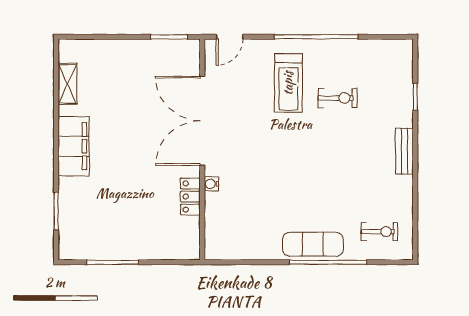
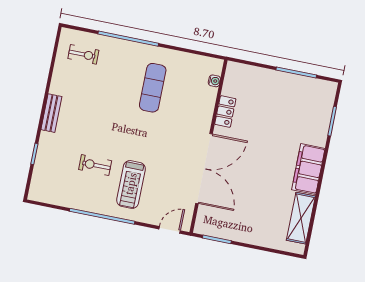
treadmill: (288, 83) -> (131, 184), turned 180
shelving: (68, 84) -> (301, 218), width x1.50, depth x1.33
water cooler: (211, 184) -> (214, 81), moved
exercise bike: (380, 232) -> (83, 54), turned 180
exercise mat: (313, 244) -> (153, 88), moved, turned 90

